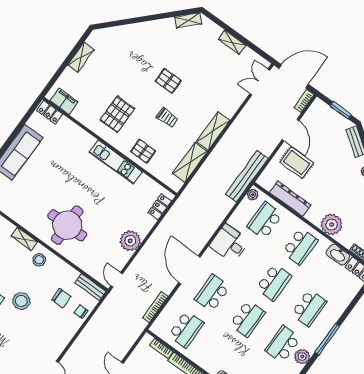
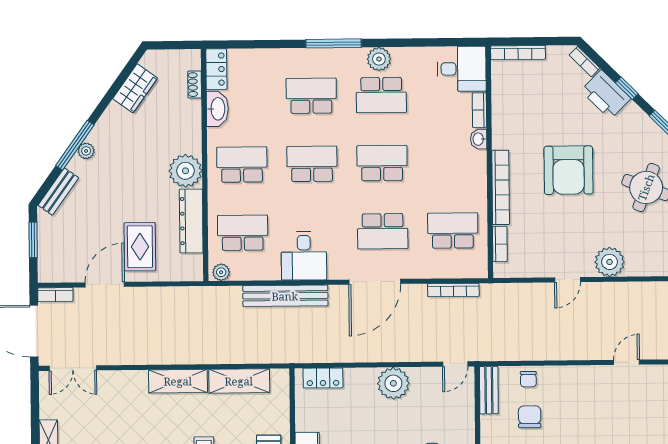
bench: (247, 176) -> (285, 296), moved
school desk: (265, 221) -> (243, 233), turned 180
plant: (332, 224) -> (185, 171), moved

